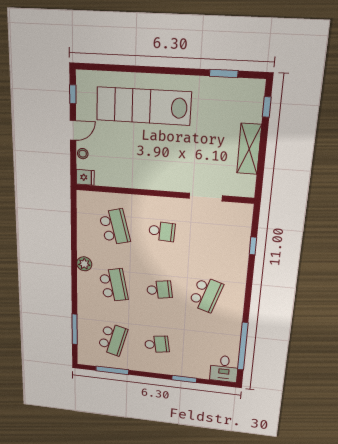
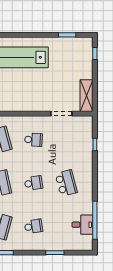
shelving: (249, 149) -> (87, 96), moved
school desk: (206, 294) -> (66, 183), turned -33
desk: (224, 369) -> (82, 225), moved, turned -90

